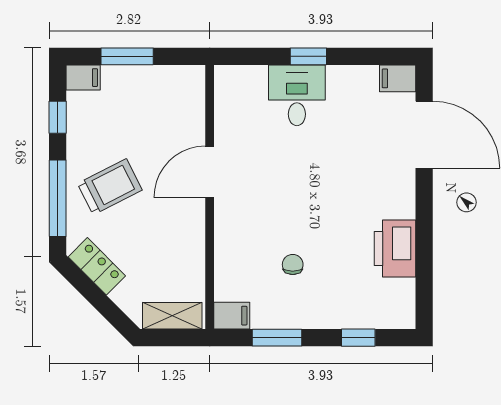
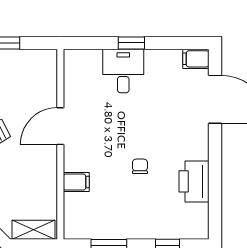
chair: (293, 265) -> (140, 166), moved
filing cabinet: (232, 316) -> (76, 182), moved

